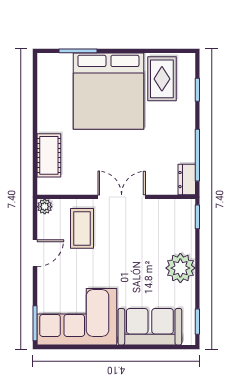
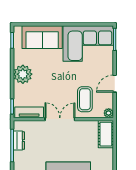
cot: (49, 155) -> (106, 134), moved
dresser: (187, 180) -> (19, 141), moved
double door: (122, 197) -> (60, 119), swing flipped
tv unit: (170, 208) -> (29, 112), added

